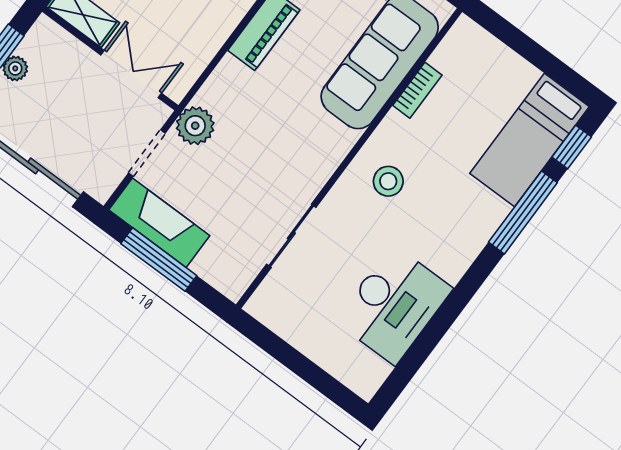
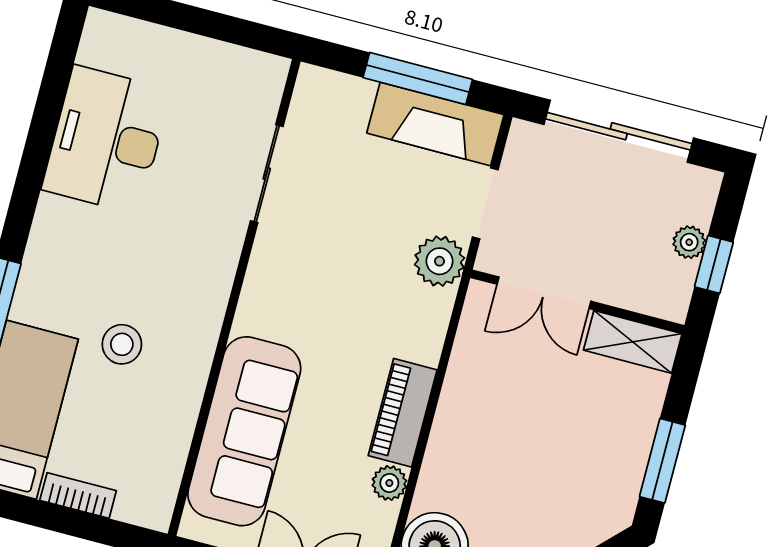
bookcase: (417, 90) -> (78, 495), moved, turned 90
stool: (388, 181) -> (122, 344), moved

